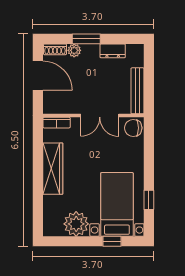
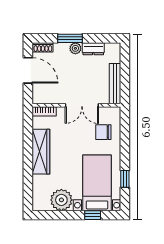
plant: (74, 50) -> (75, 48), moved
chair: (133, 128) -> (103, 132), moved

